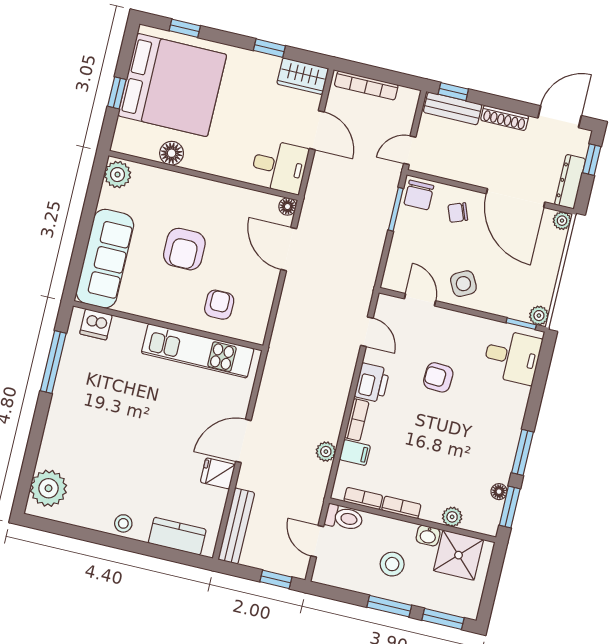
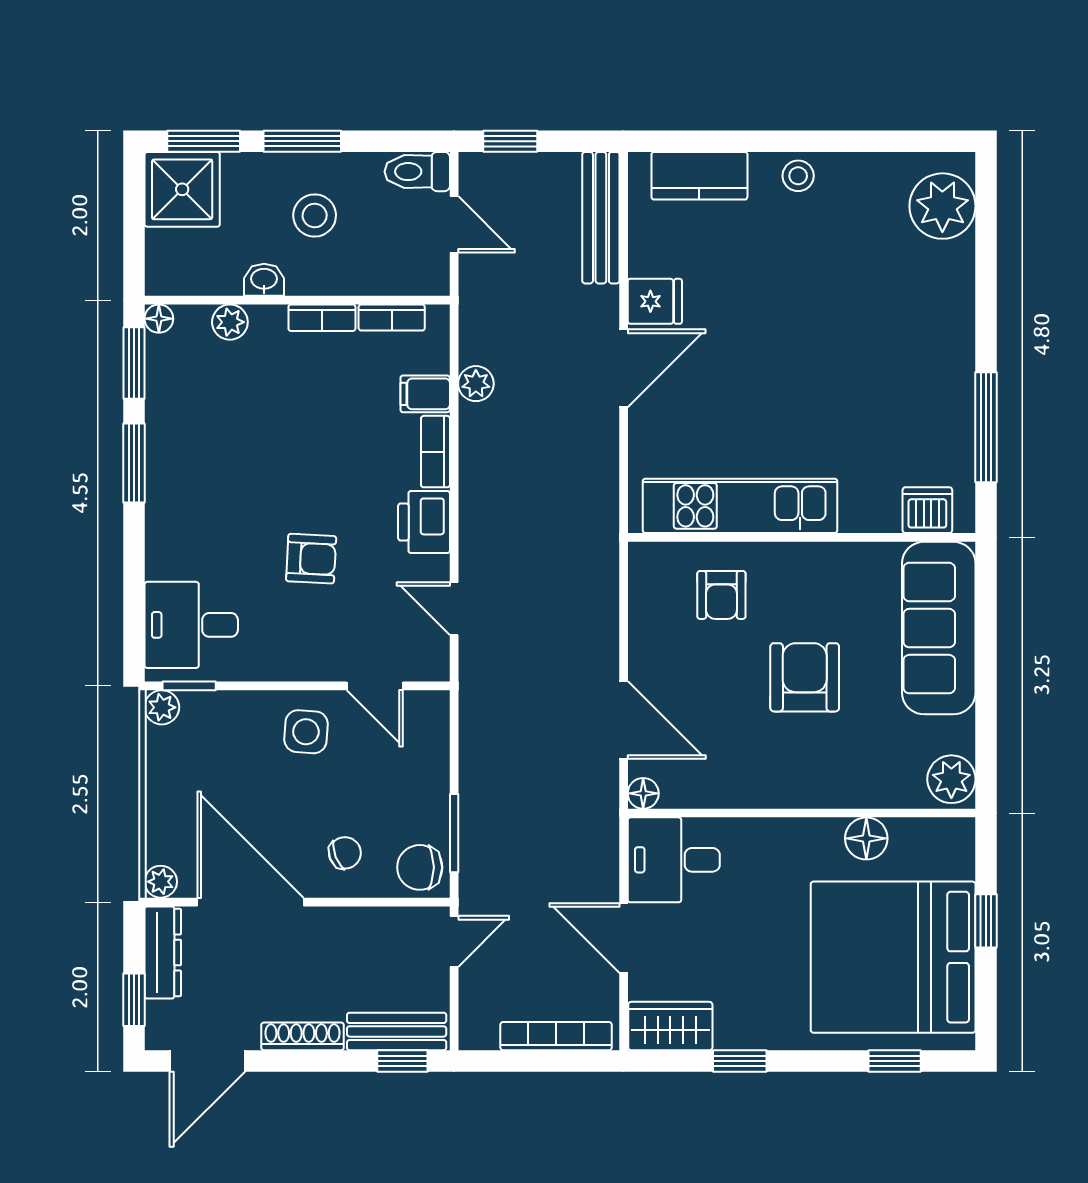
chair: (419, 195) -> (420, 867), turned -90
side table: (463, 284) -> (306, 732), turned 32
floor lamp: (499, 492) -> (159, 319), moved
toilet: (344, 518) -> (417, 172), moved
shower: (459, 555) -> (182, 189), moved

